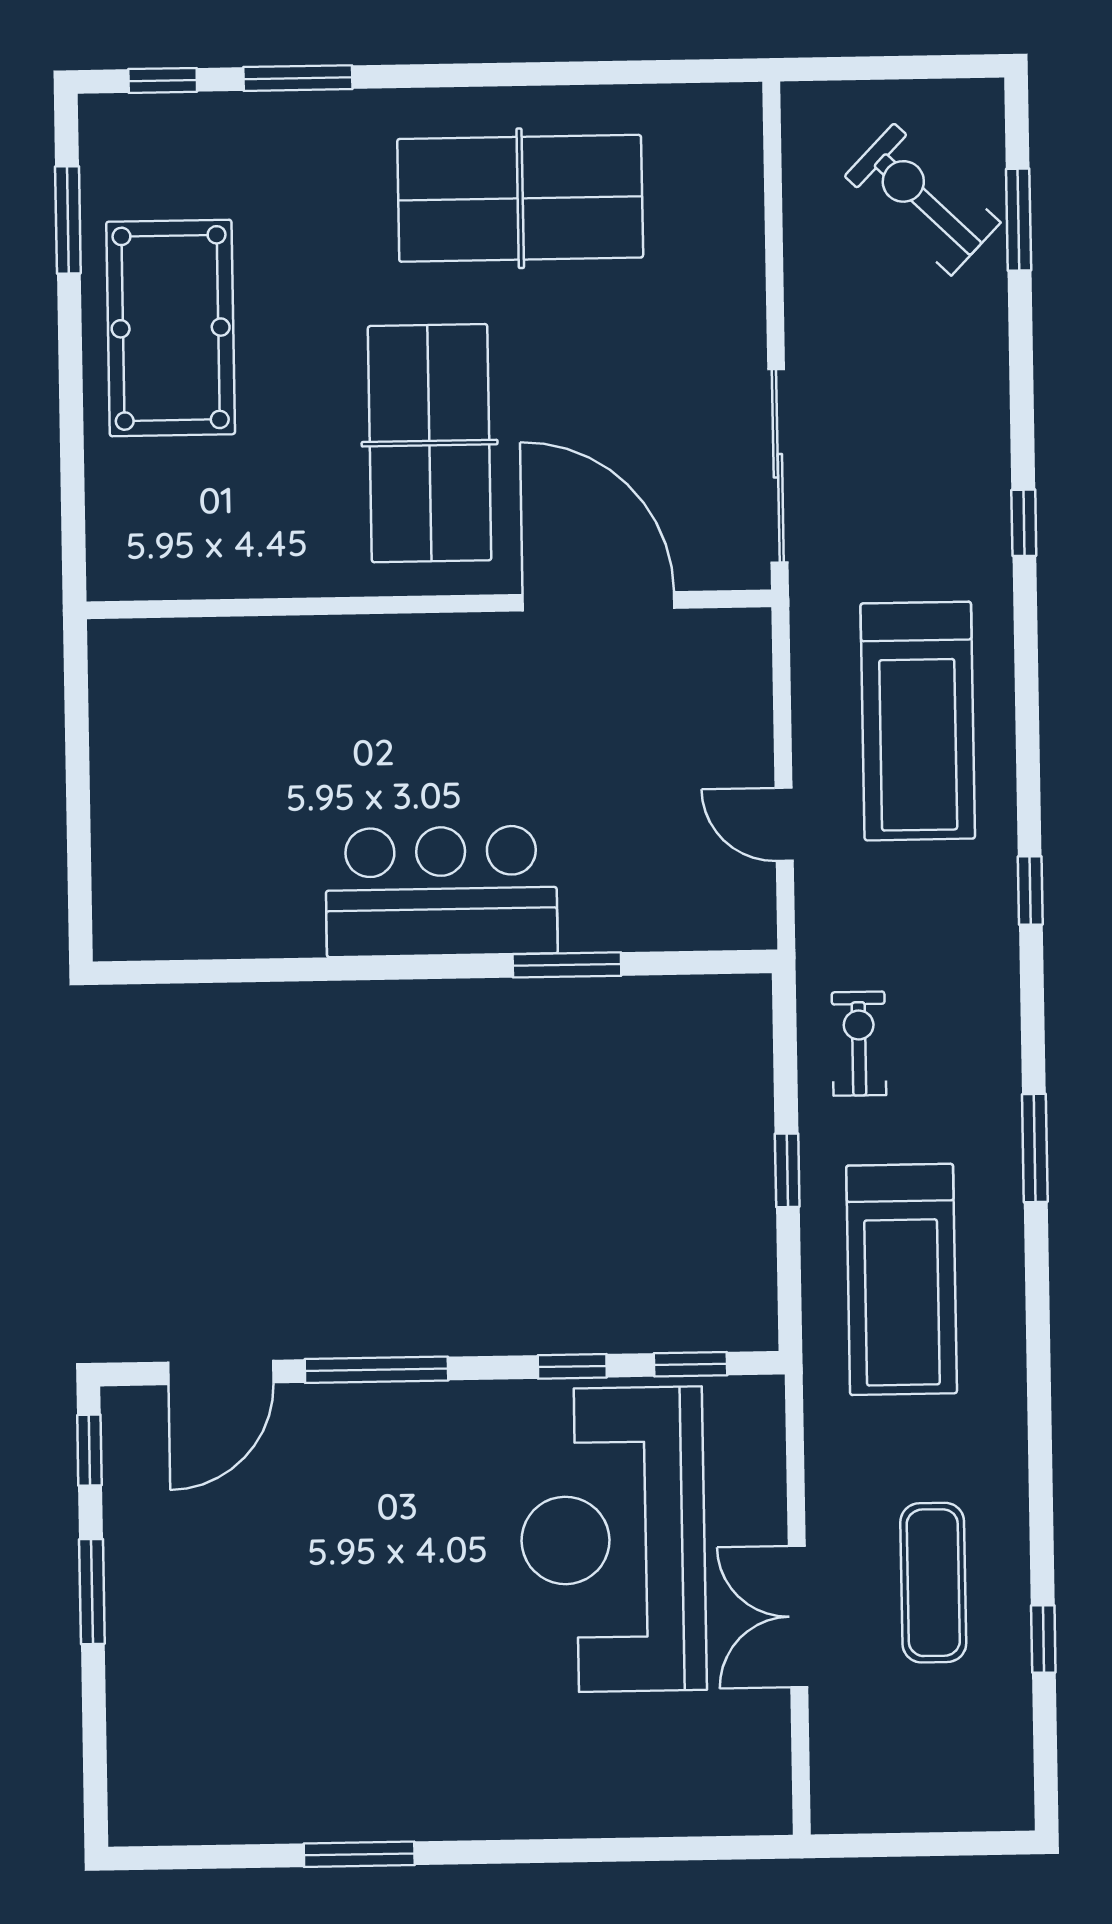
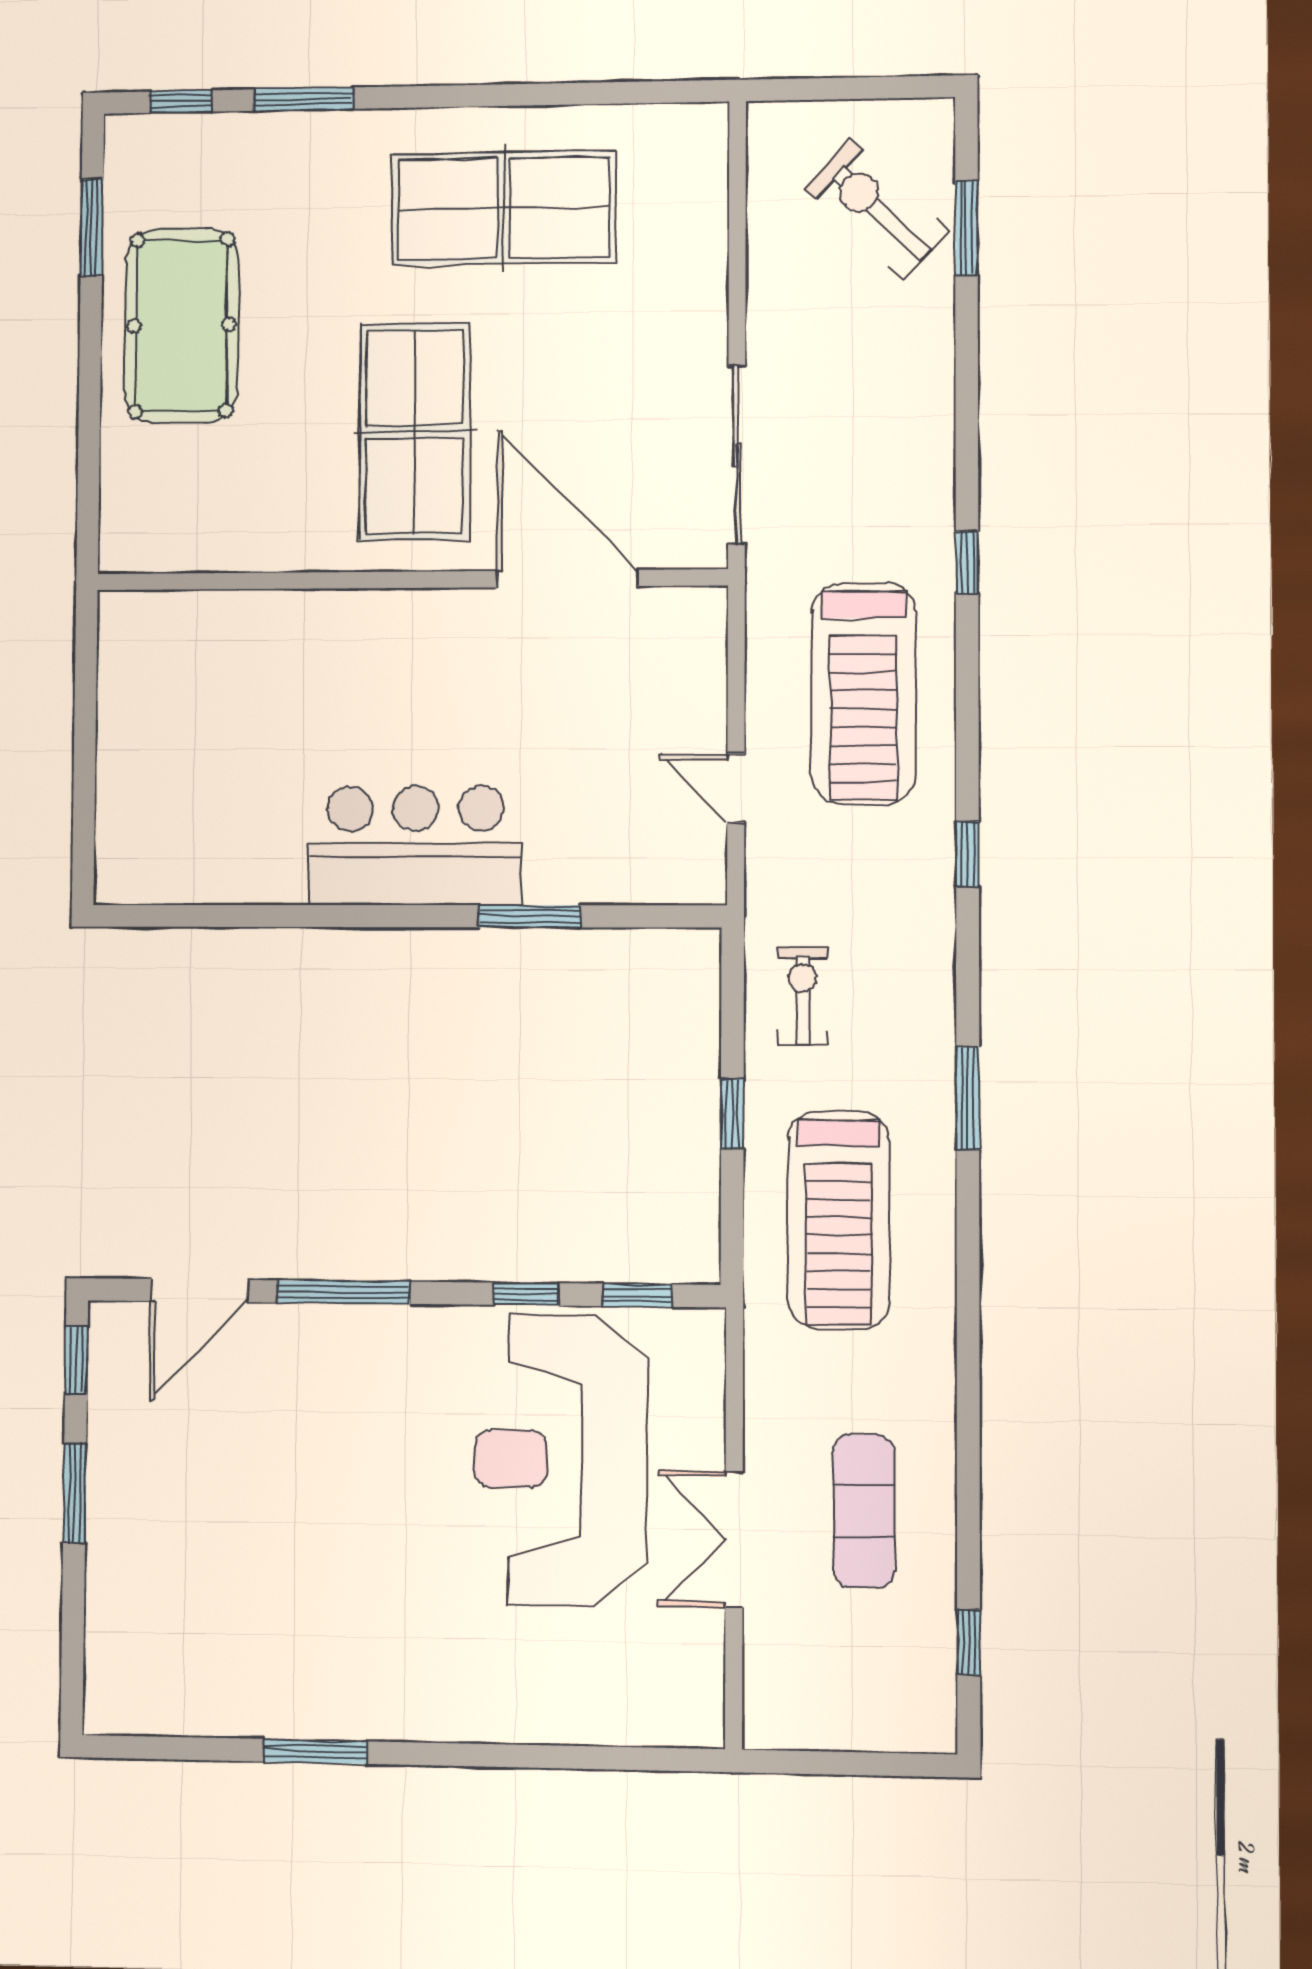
window: (1024, 523) -> (967, 563), moved
window: (1043, 1639) -> (969, 1642), moved

